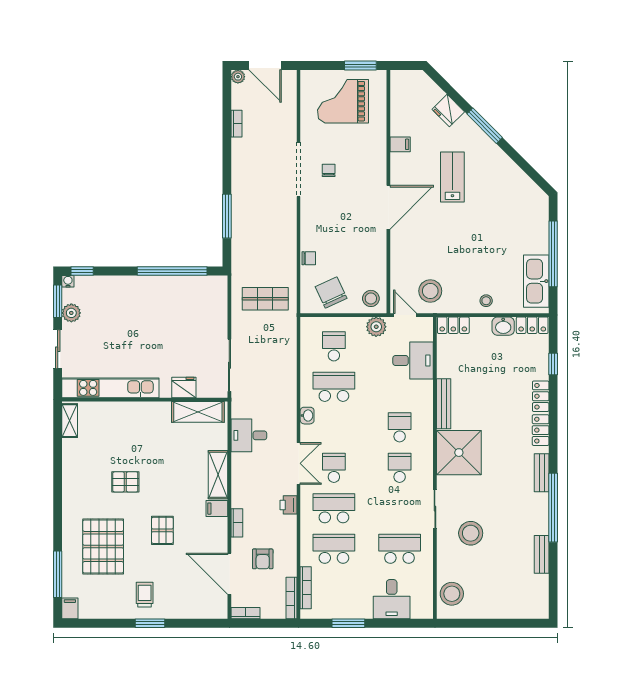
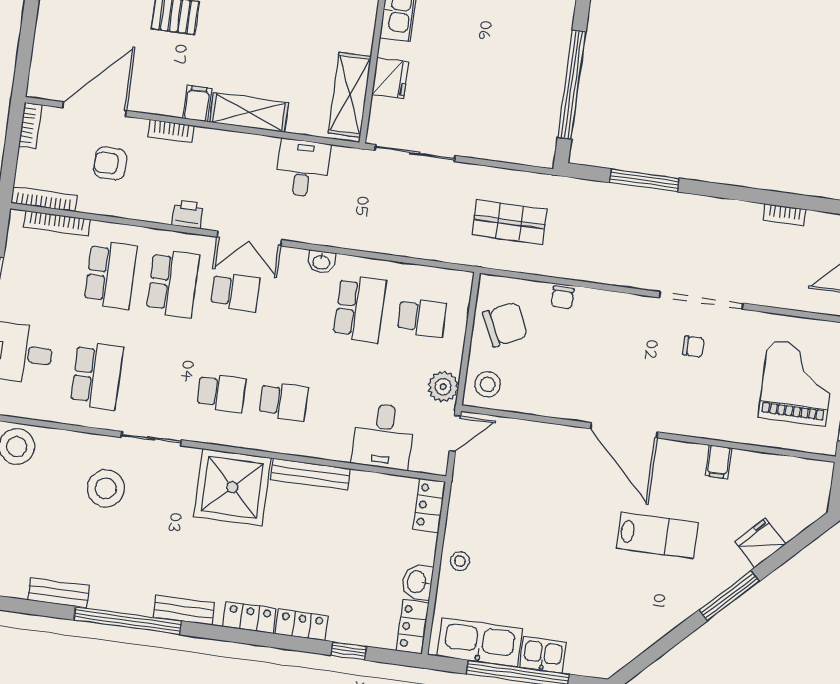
kitchen sink: (539, 239) -> (543, 655), added
stool: (430, 291) -> (487, 477), removed
shop shelf: (265, 299) -> (509, 222), turned 90

